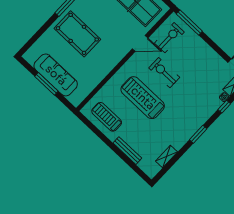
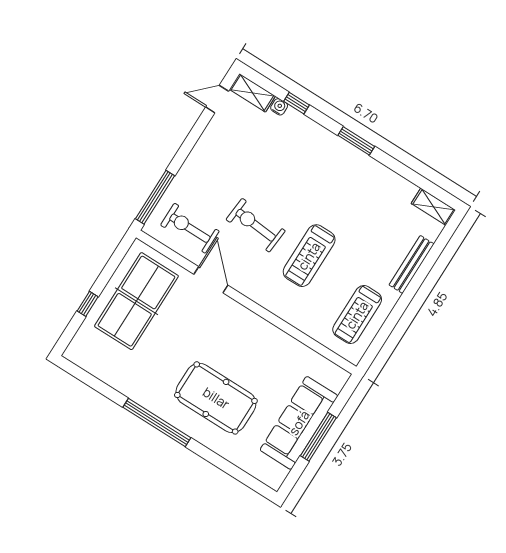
pool table: (77, 34) -> (216, 398), turned 90
exercise bike: (164, 73) -> (256, 225), turned 95
treadmill: (143, 98) -> (309, 256), width x0.73, depth x0.73
shelving: (166, 156) -> (433, 207), moved

